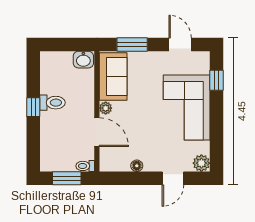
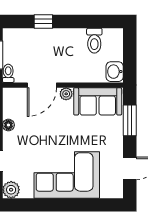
window: (217, 80) -> (94, 205), removed
toilet: (52, 103) -> (94, 41), moved
window: (33, 107) -> (43, 21), moved

